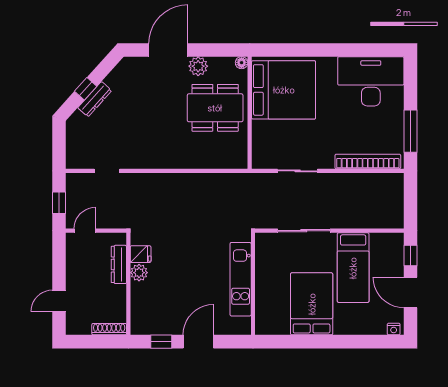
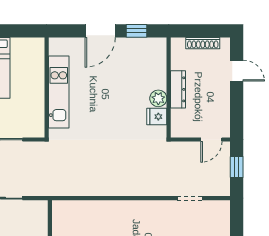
dresser: (119, 264) -> (178, 89), moved
door: (59, 301) -> (237, 71), hinge flipped
shoe rack: (109, 329) -> (203, 43), moved

